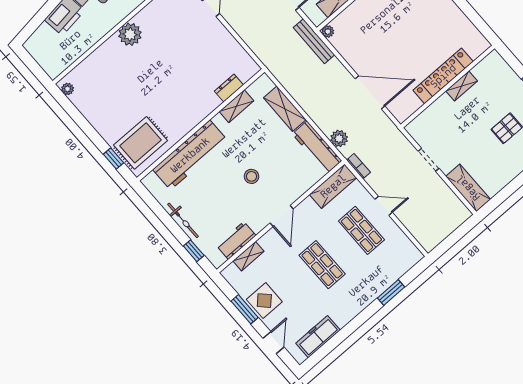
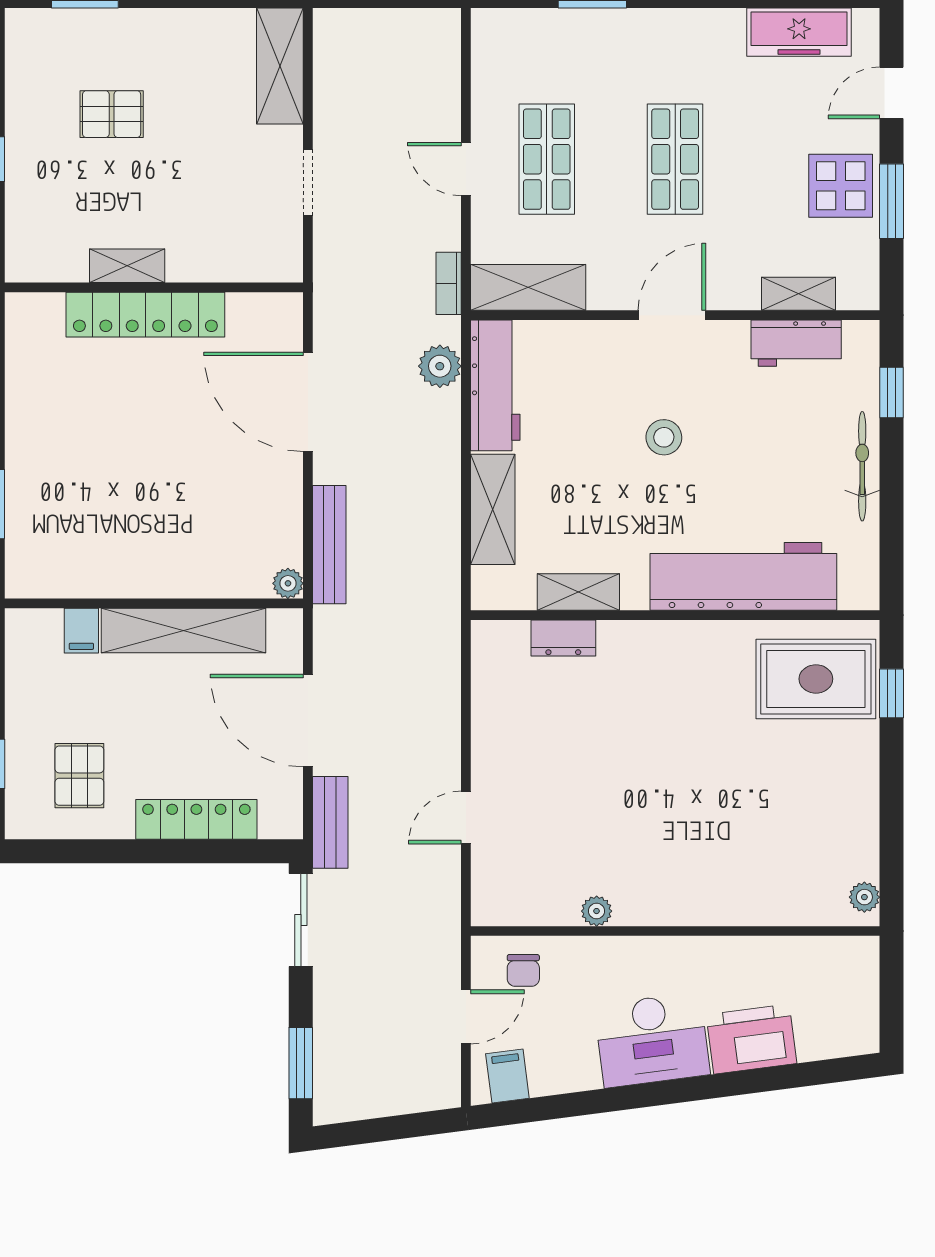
plant: (130, 34) -> (597, 911), moved, width x0.53, depth x0.53
bench: (314, 41) -> (329, 545), moved

